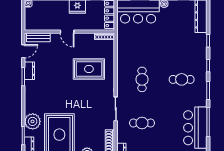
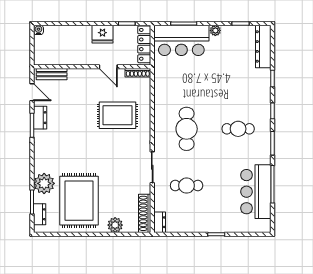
door: (67, 32) -> (108, 67), moved
door: (23, 51) -> (32, 92), hinge flipped
cafe table: (142, 79) -> (187, 129), width x1.37, depth x1.35

